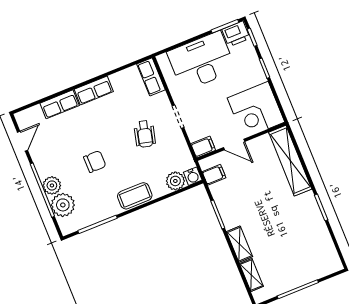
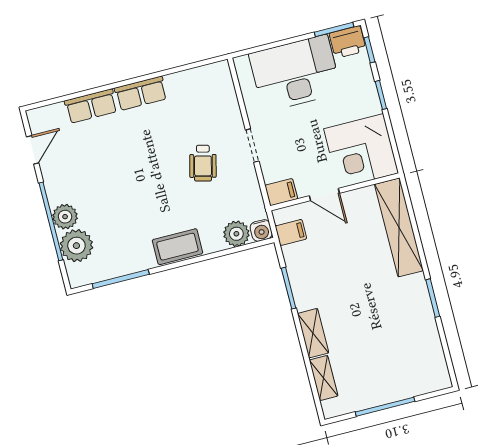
row of seats: (151, 77) -> (223, 85), removed
chair: (95, 162) -> (129, 192), removed

